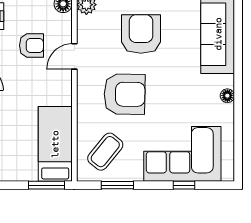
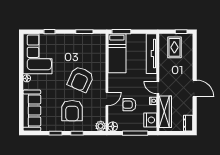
armchair: (125, 94) -> (81, 79), turned -67
coffee table: (105, 152) -> (91, 49), removed
corner sofa: (182, 154) -> (37, 54), moved, turned -90

